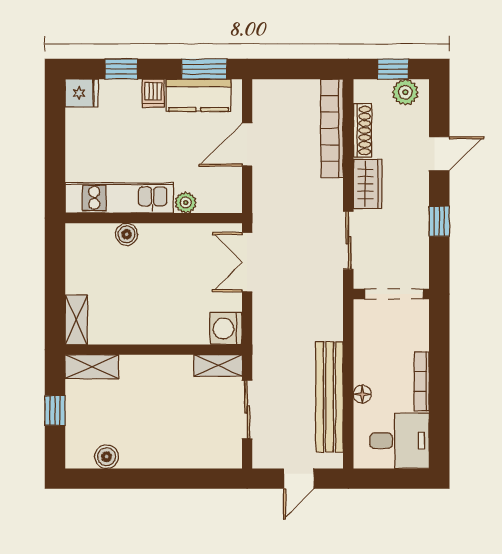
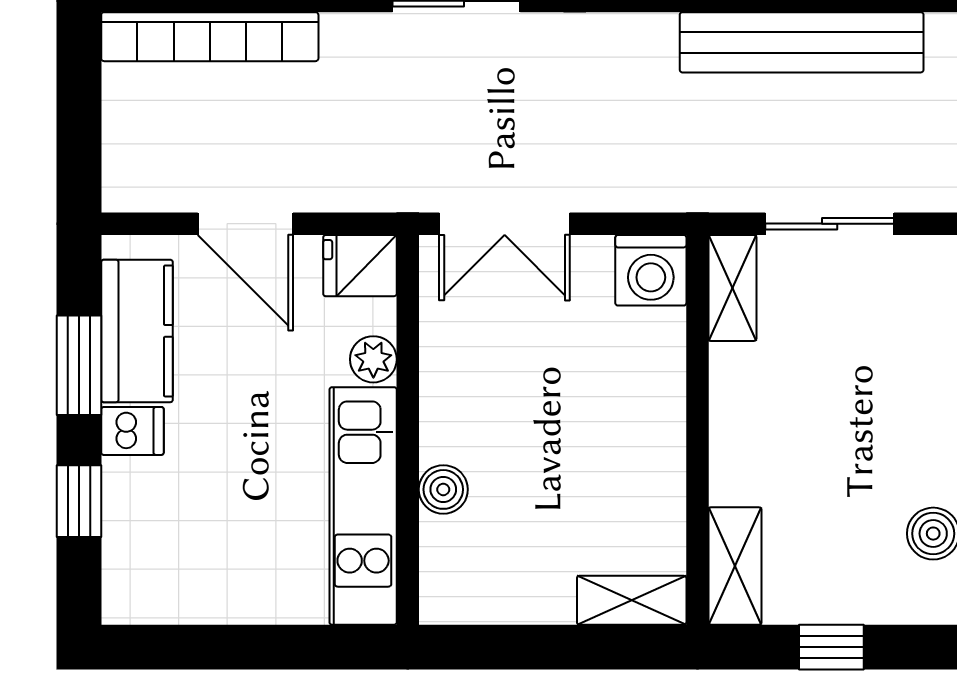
window: (204, 69) -> (79, 365), moved
fridge: (82, 93) -> (360, 266), moved, turned -90

